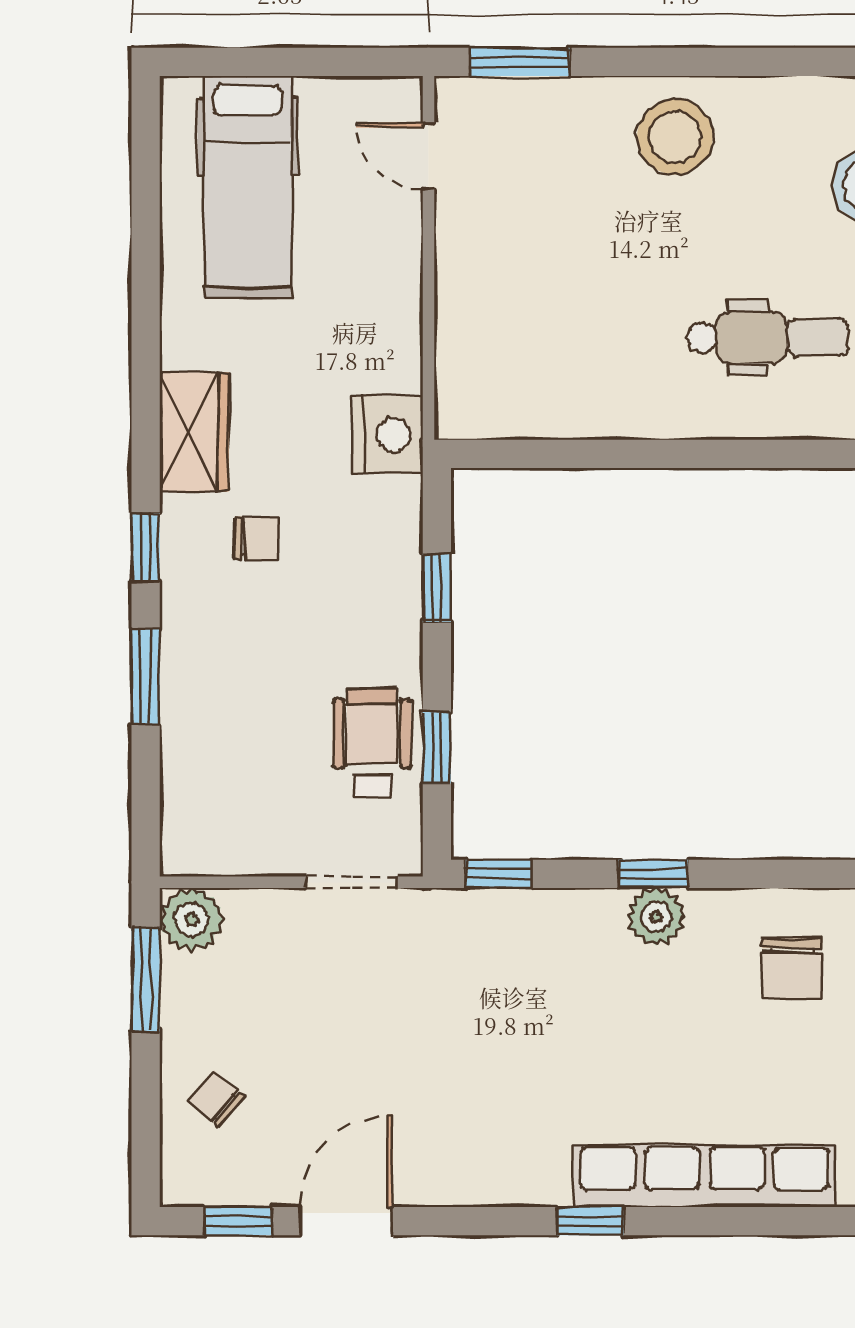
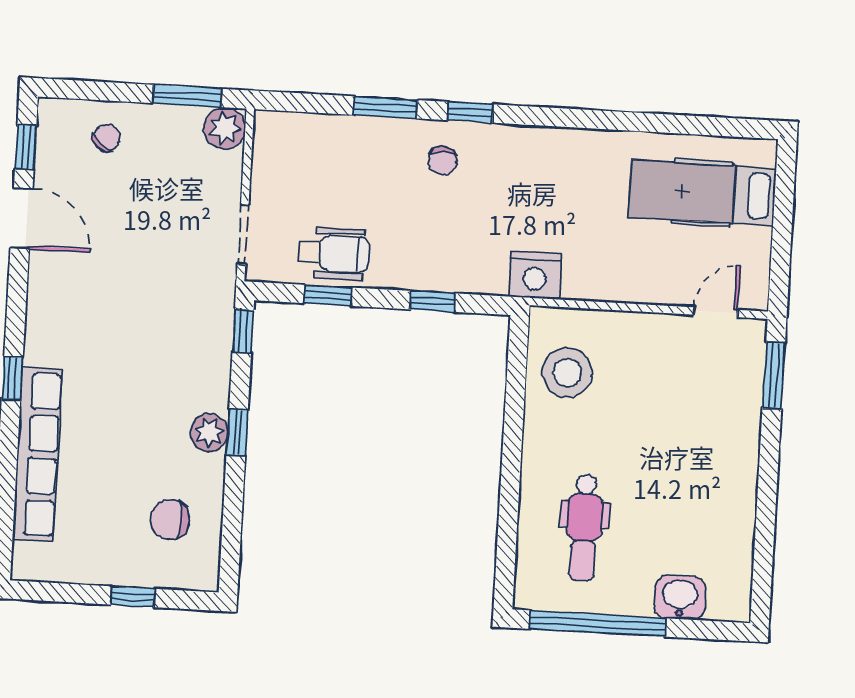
stool: (675, 137) -> (567, 373), moved
wardrobe: (194, 432) -> (544, 148), removed
chair: (256, 538) -> (443, 161), moved

